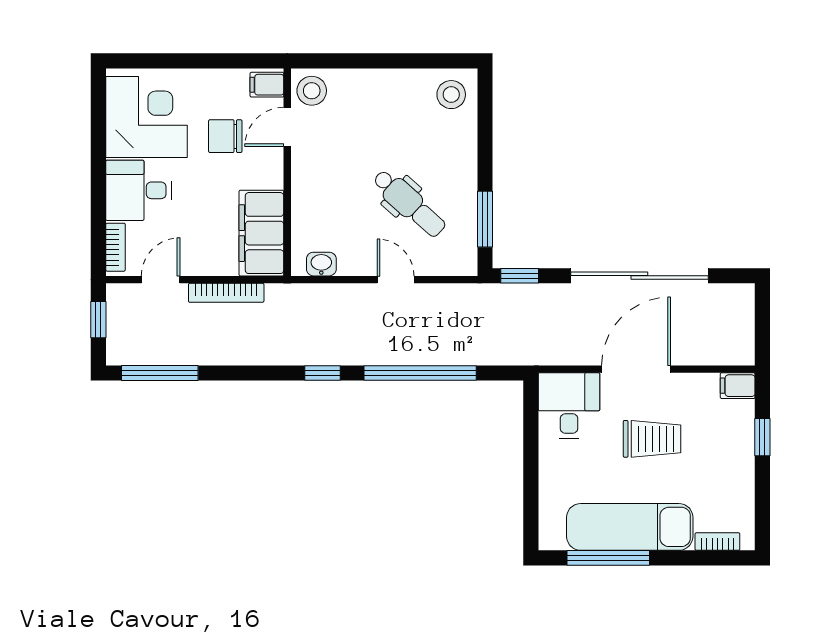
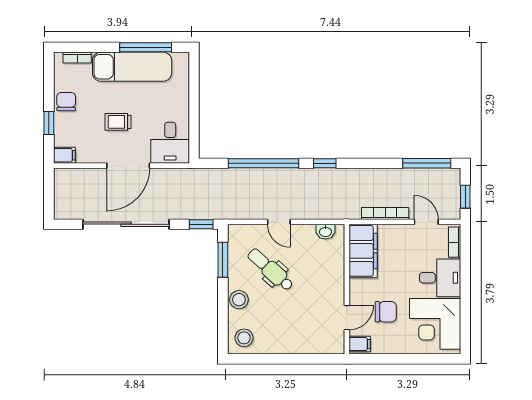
stool: (312, 91) -> (239, 300), moved
door: (161, 280) -> (426, 222), swing flipped
trolley: (652, 439) -> (118, 122), width x0.73, depth x0.72
chair: (735, 471) -> (66, 102), added

